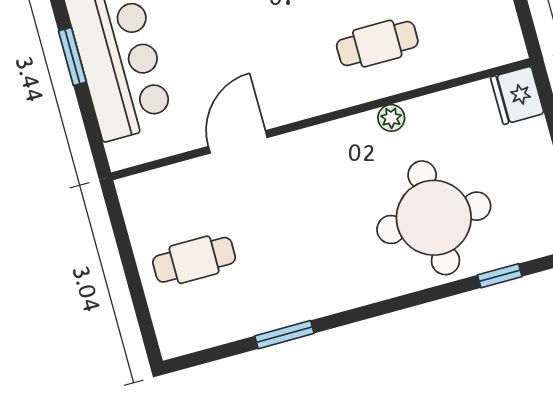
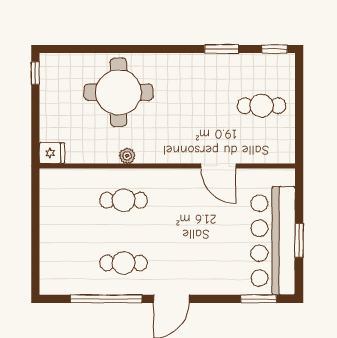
fridge: (517, 95) -> (52, 153), width x0.72
door: (238, 142) -> (218, 166), hinge flipped
window: (500, 276) -> (274, 49), moved

